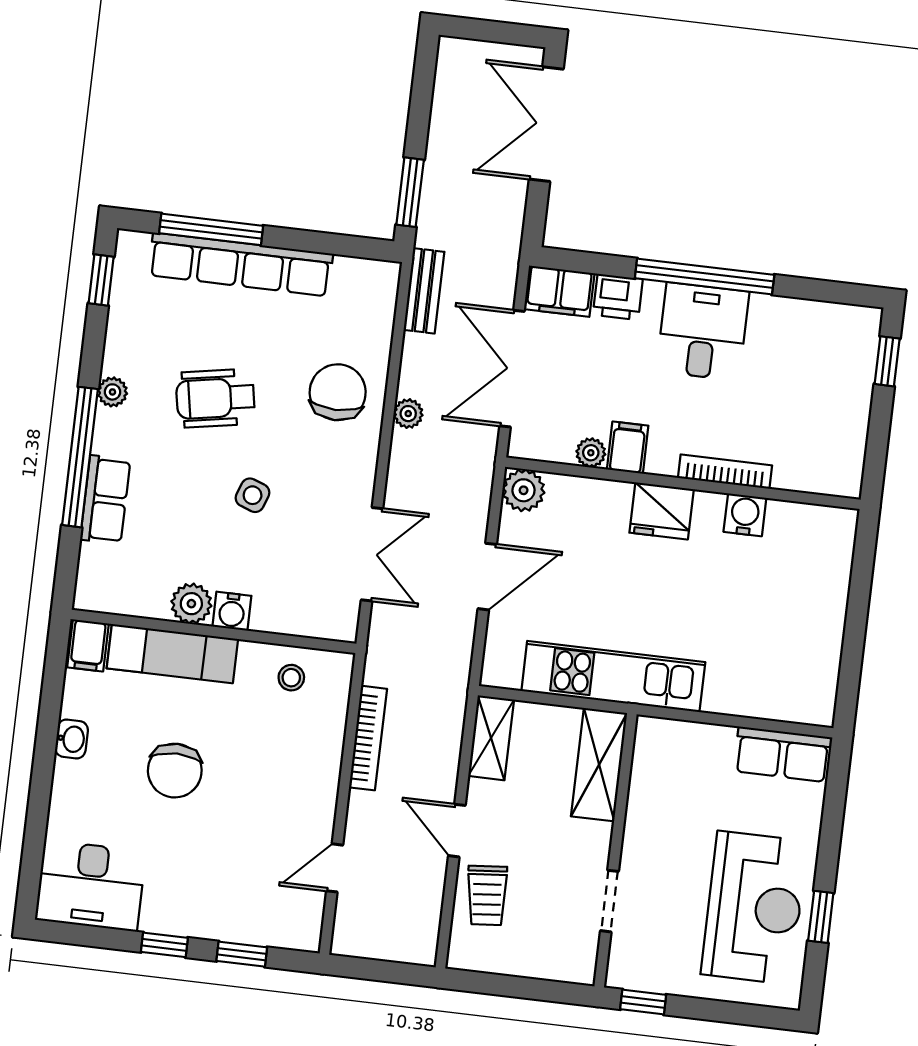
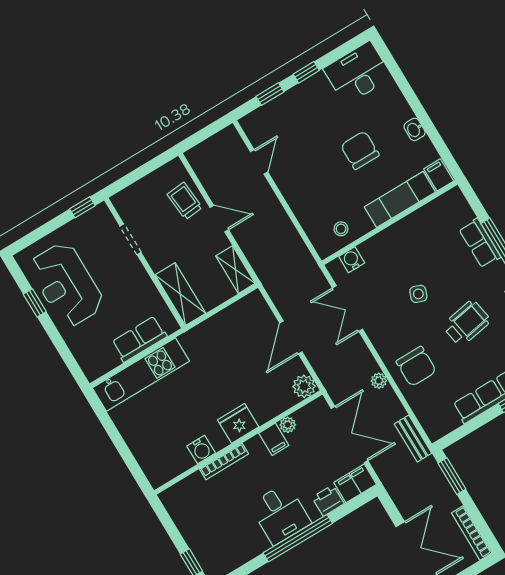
plant: (191, 604) -> (408, 227), removed
water cooler: (232, 611) -> (352, 260), moved
kitchen unit: (613, 676) -> (141, 374), moved
bookcase: (368, 738) -> (472, 533), moved
row of seats: (783, 754) -> (139, 339), moved

